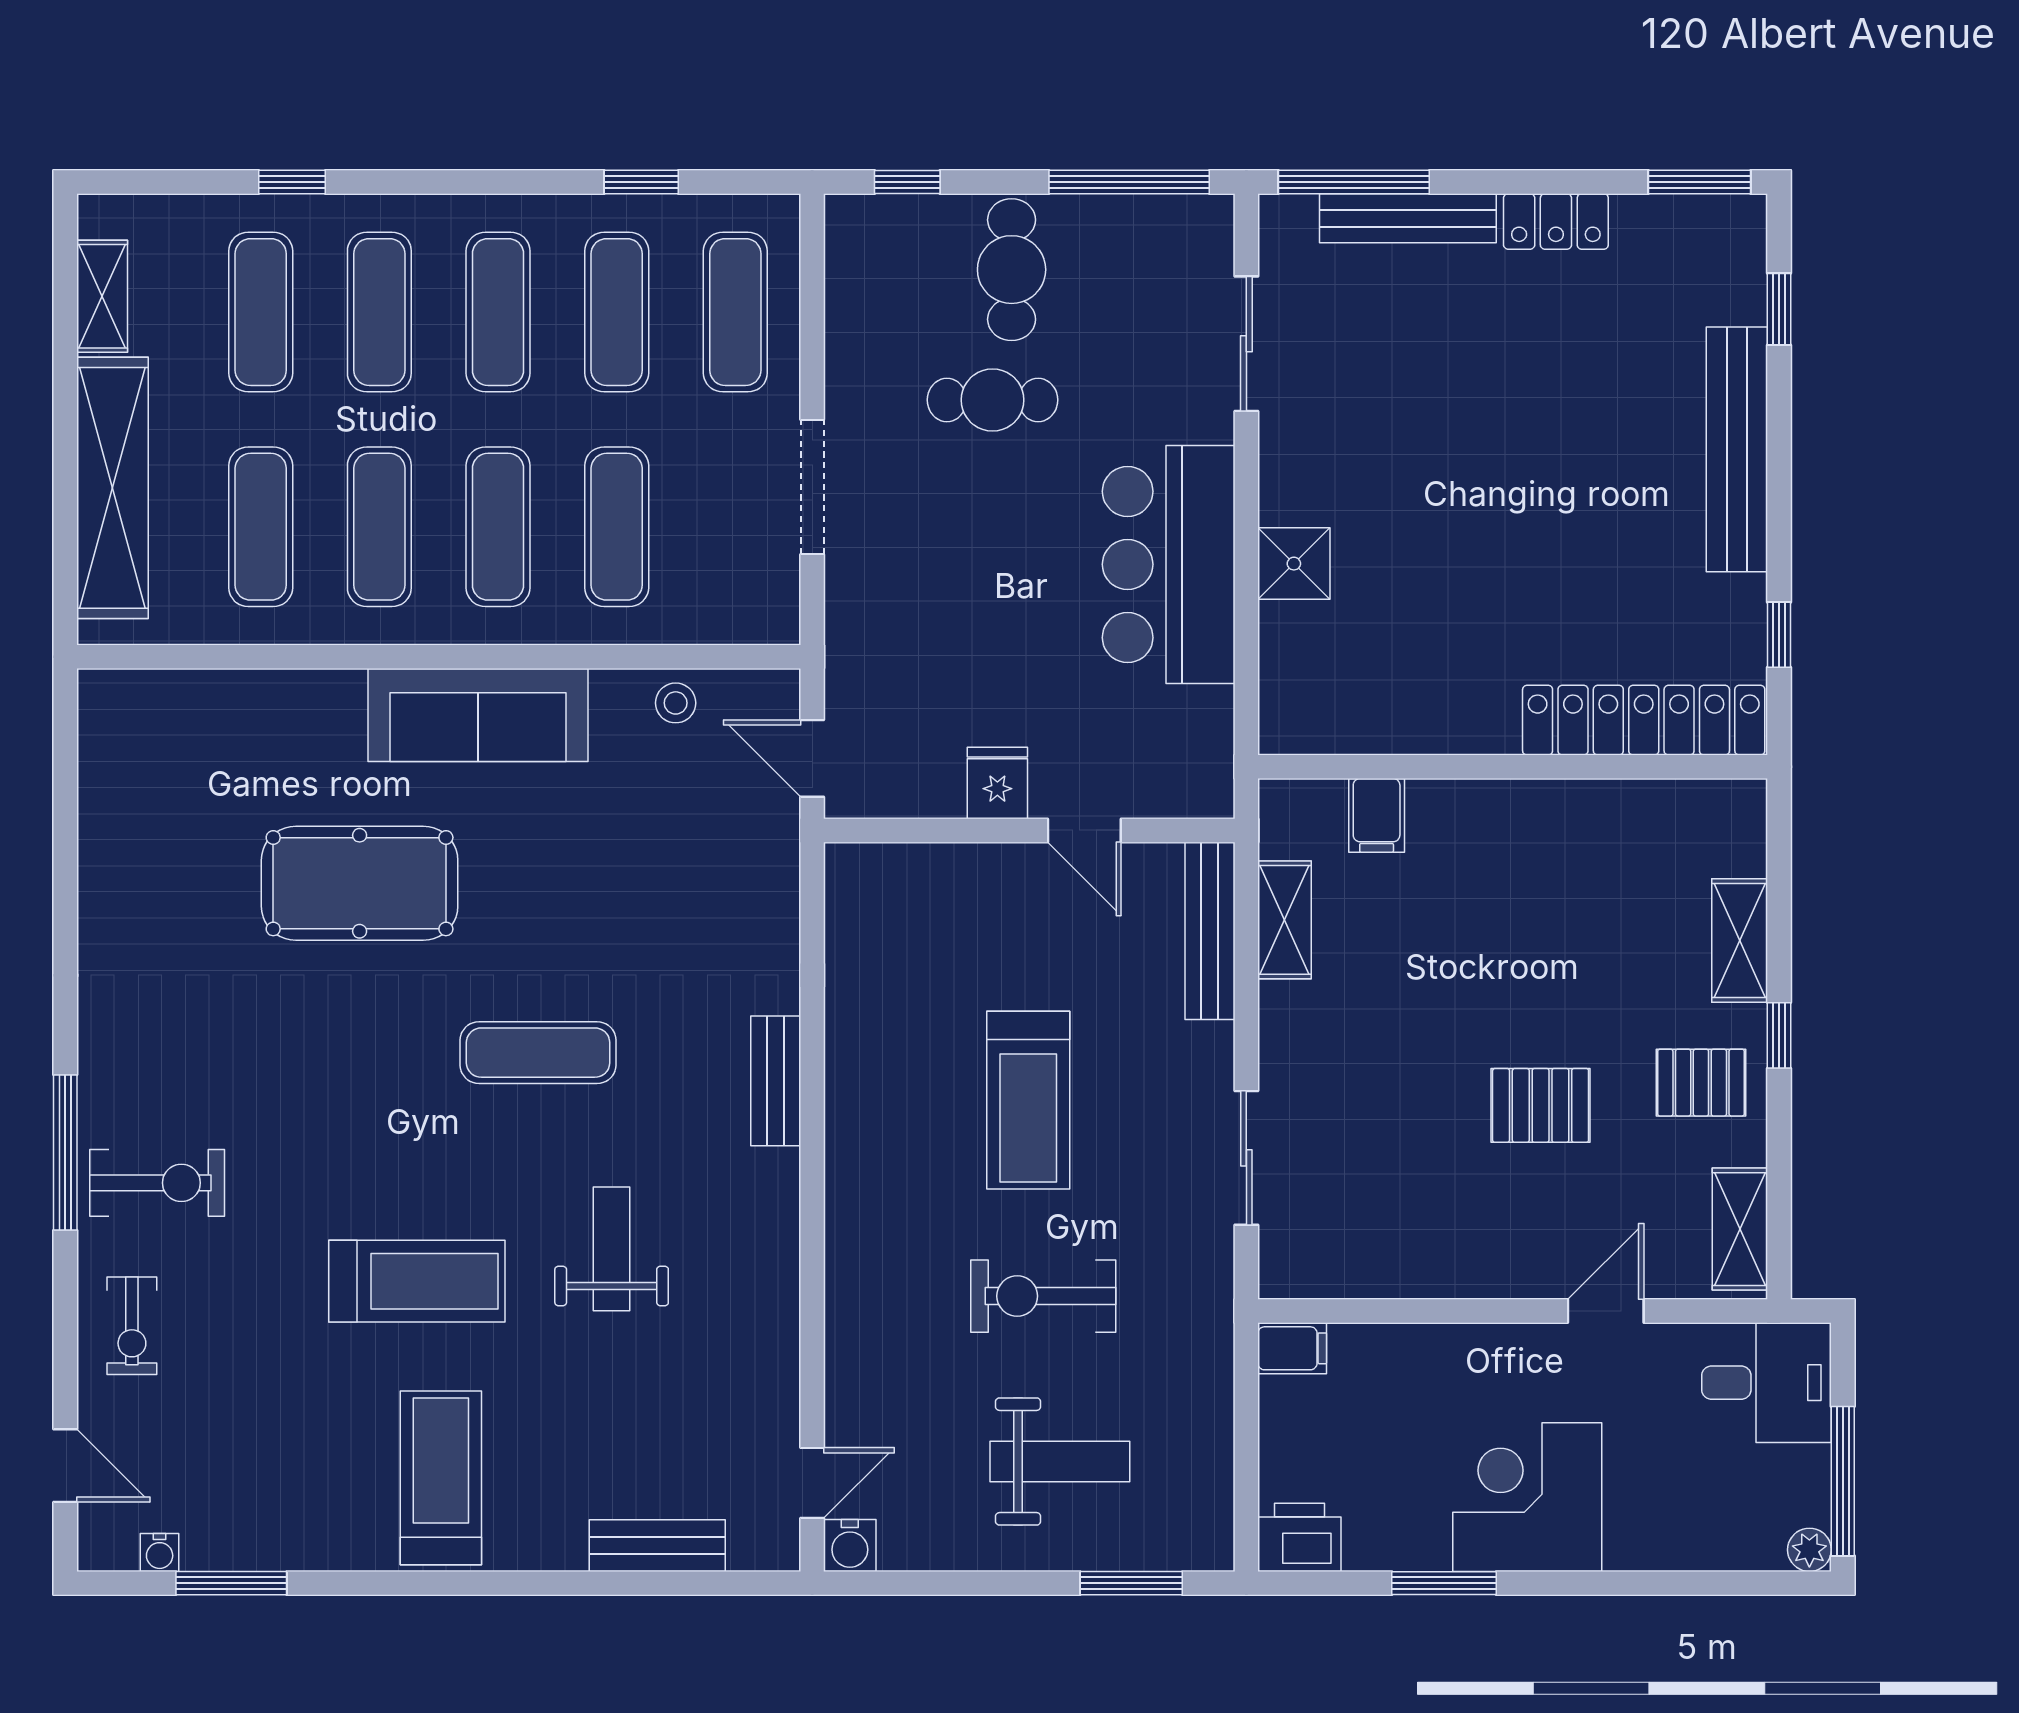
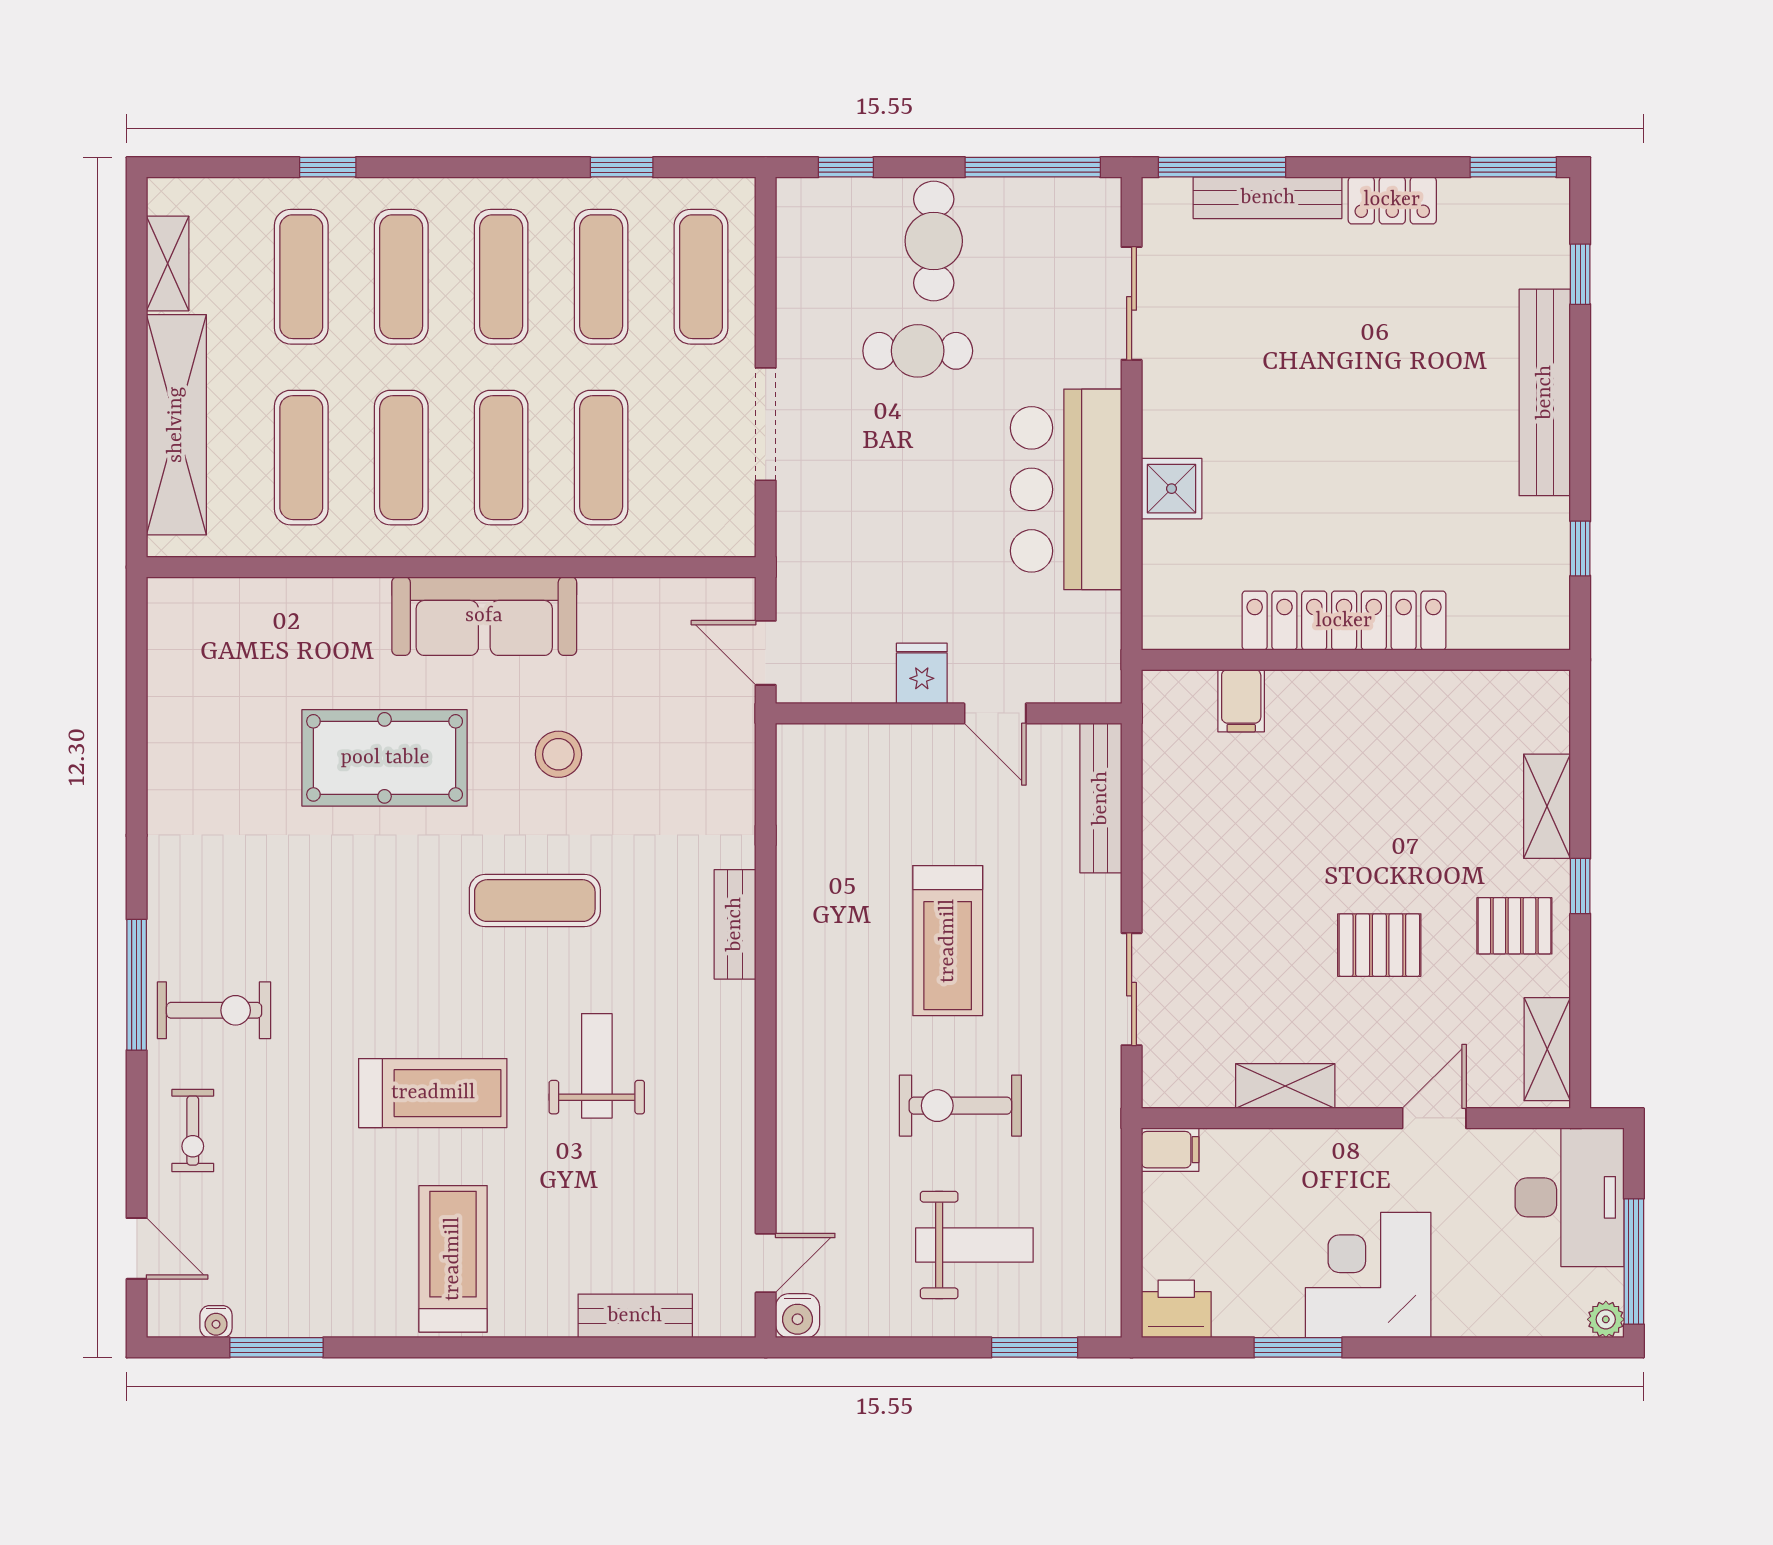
stool: (676, 703) -> (558, 754), moved, width x1.37, depth x1.37
locker: (1644, 720) -> (1344, 621), moved
shelving: (1285, 920) -> (1285, 1086), moved, turned 90
desk: (1766, 1383) -> (1570, 1197), width x1.37

